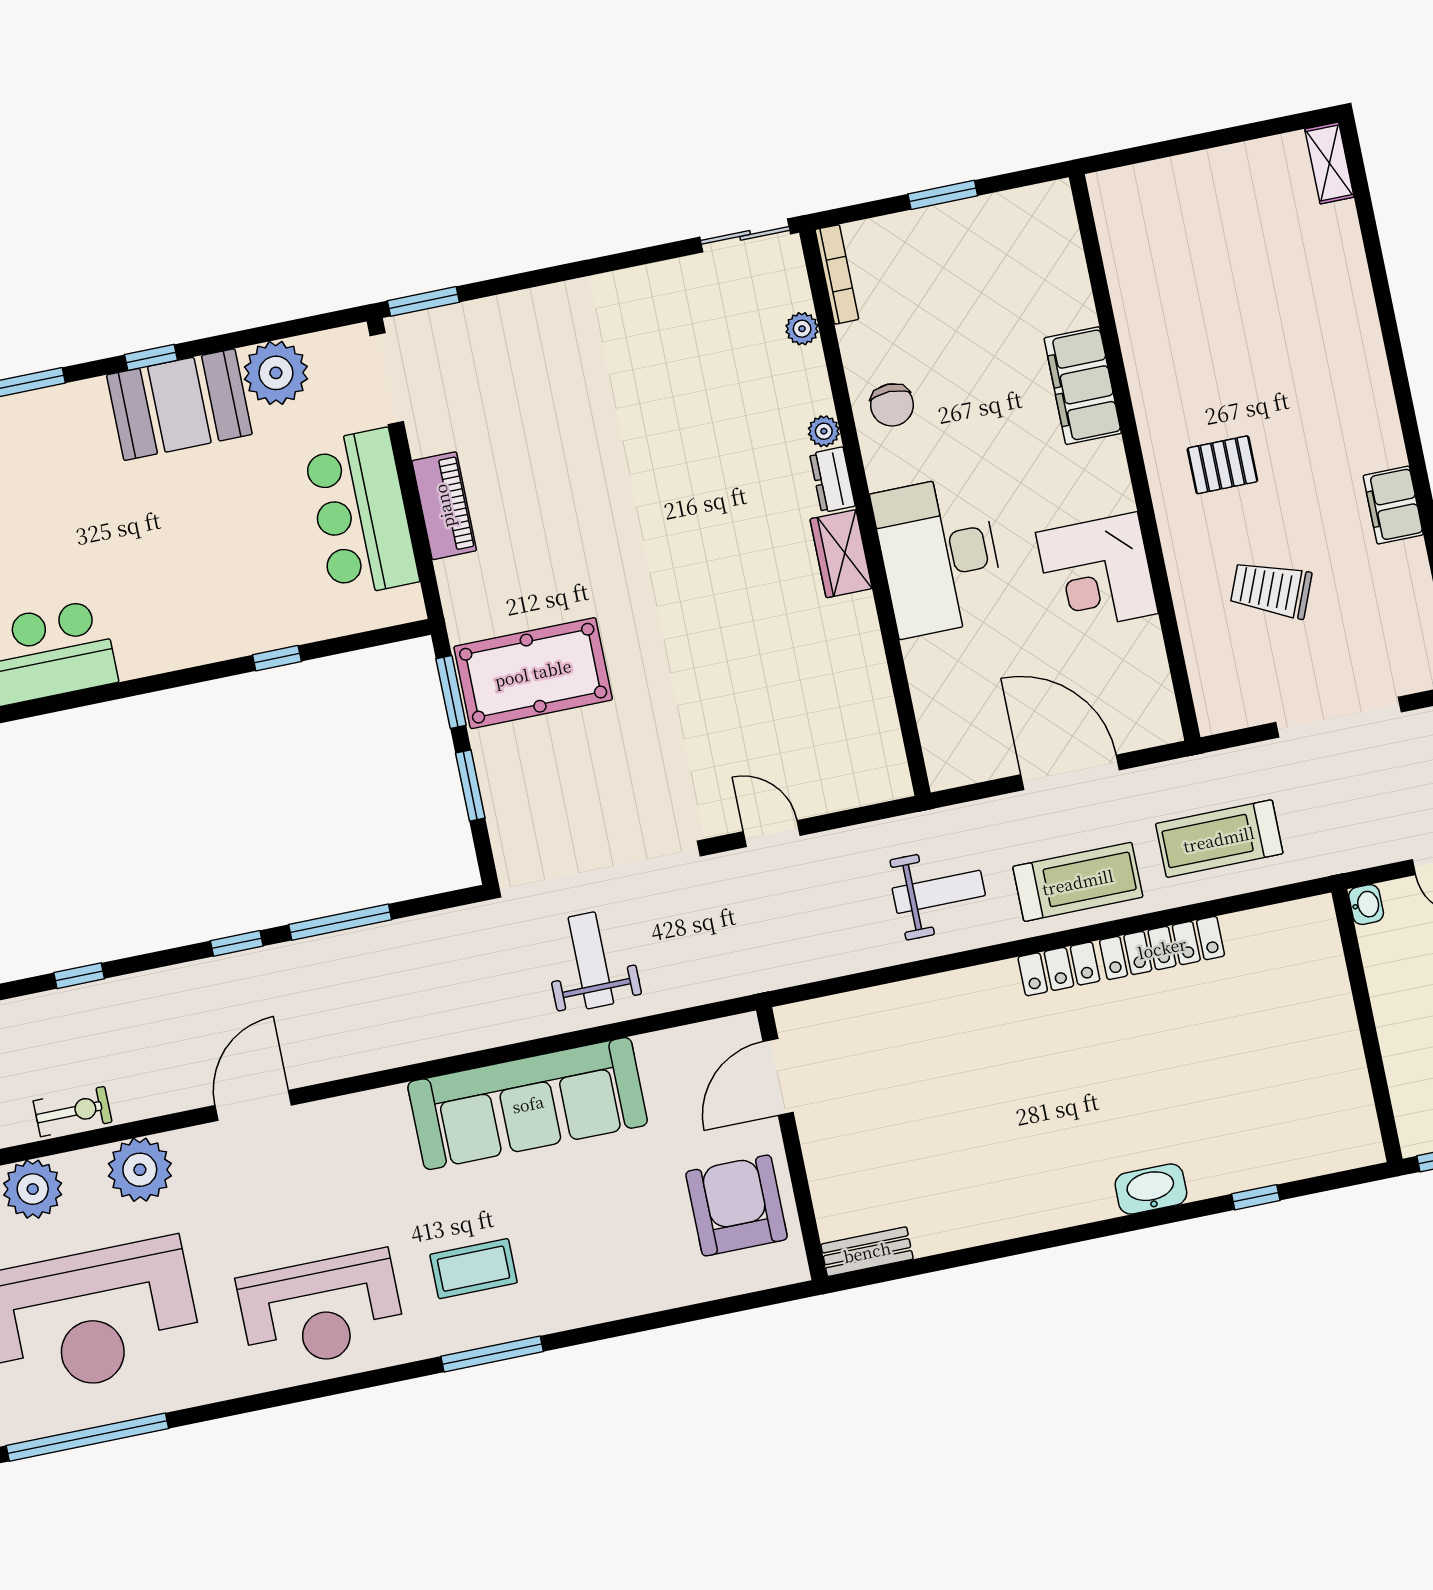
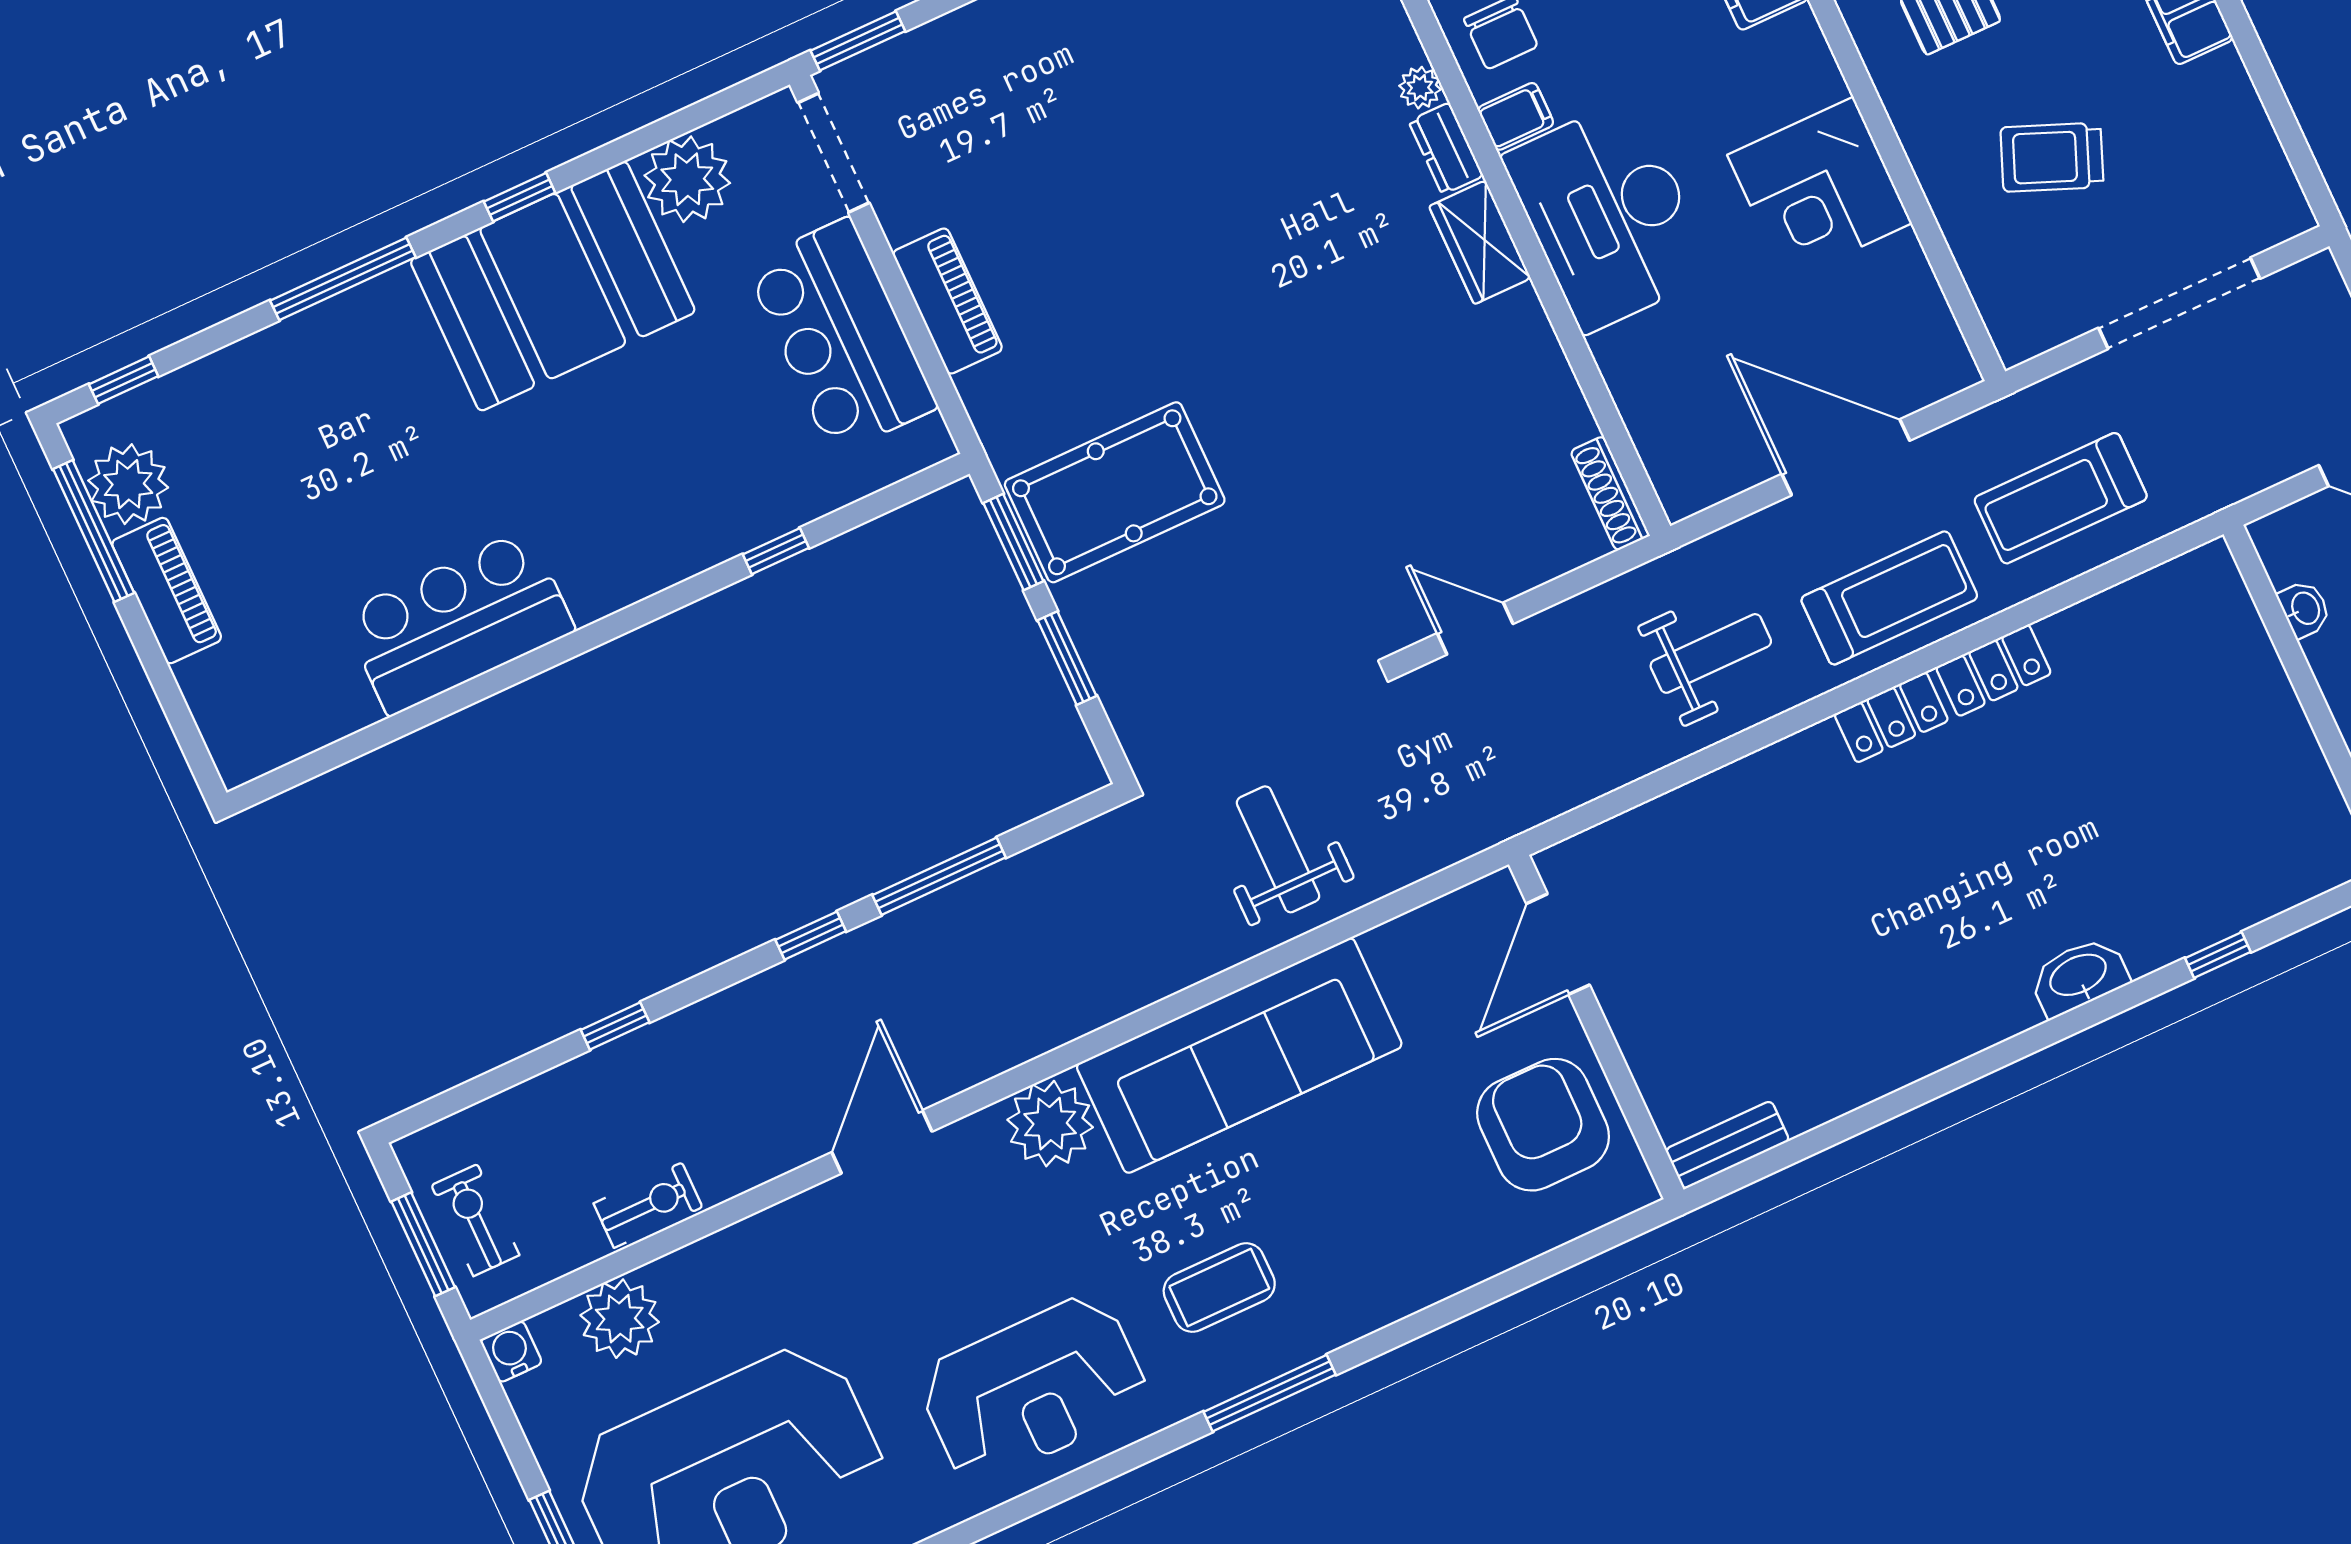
booth: (179, 405) -> (553, 286), width x1.36, depth x1.42
filing cabinet: (888, 468) -> (1516, 116), added
shoe rack: (893, 758) -> (1610, 493), added
washbasin: (1366, 905) -> (2305, 609), moved
locker: (1162, 948) -> (1993, 670), width x0.66
plant: (140, 1170) -> (1050, 1124), moved

